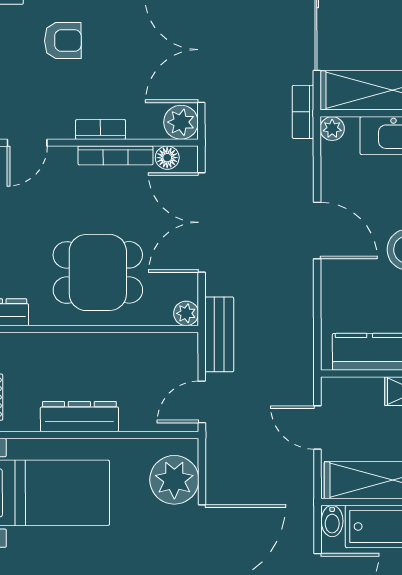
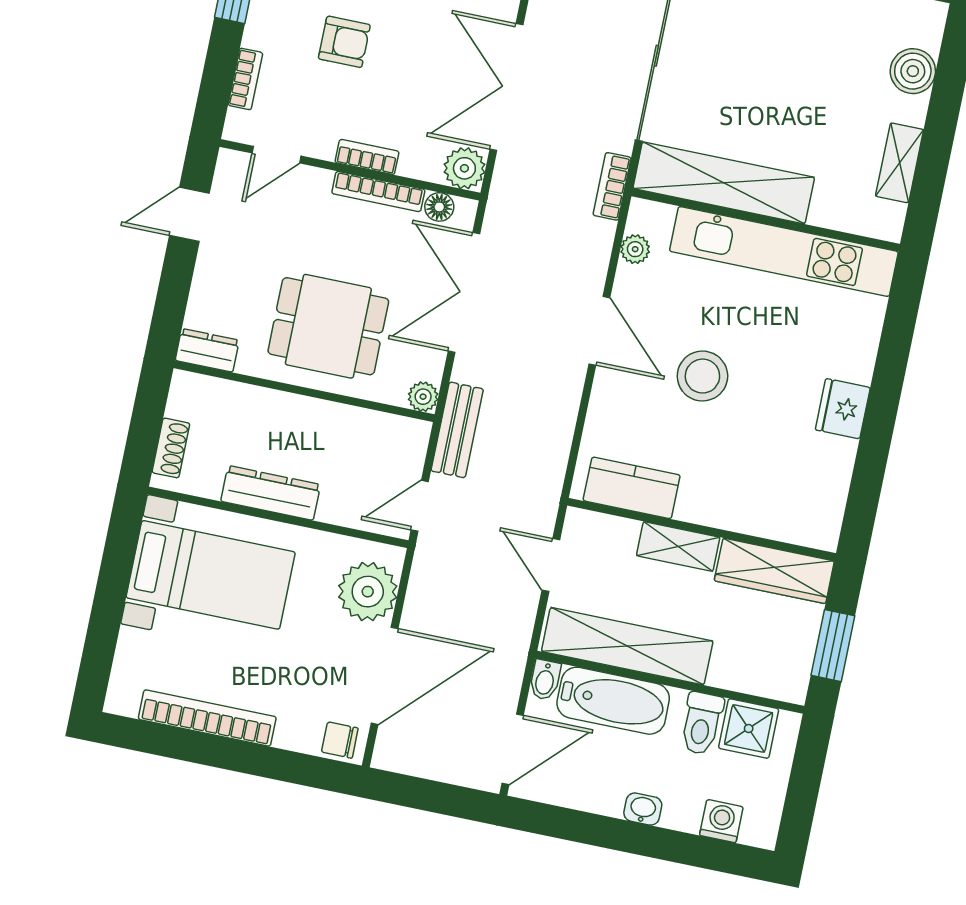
plant: (332, 129) -> (635, 249), moved

